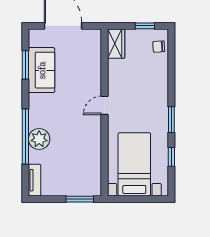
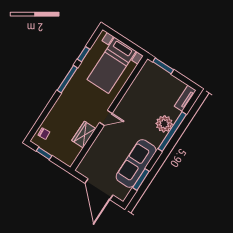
wardrobe: (116, 44) -> (84, 135), moved
sofa: (42, 70) -> (136, 163), width x1.36
window: (171, 120) -> (67, 79), width x1.44

